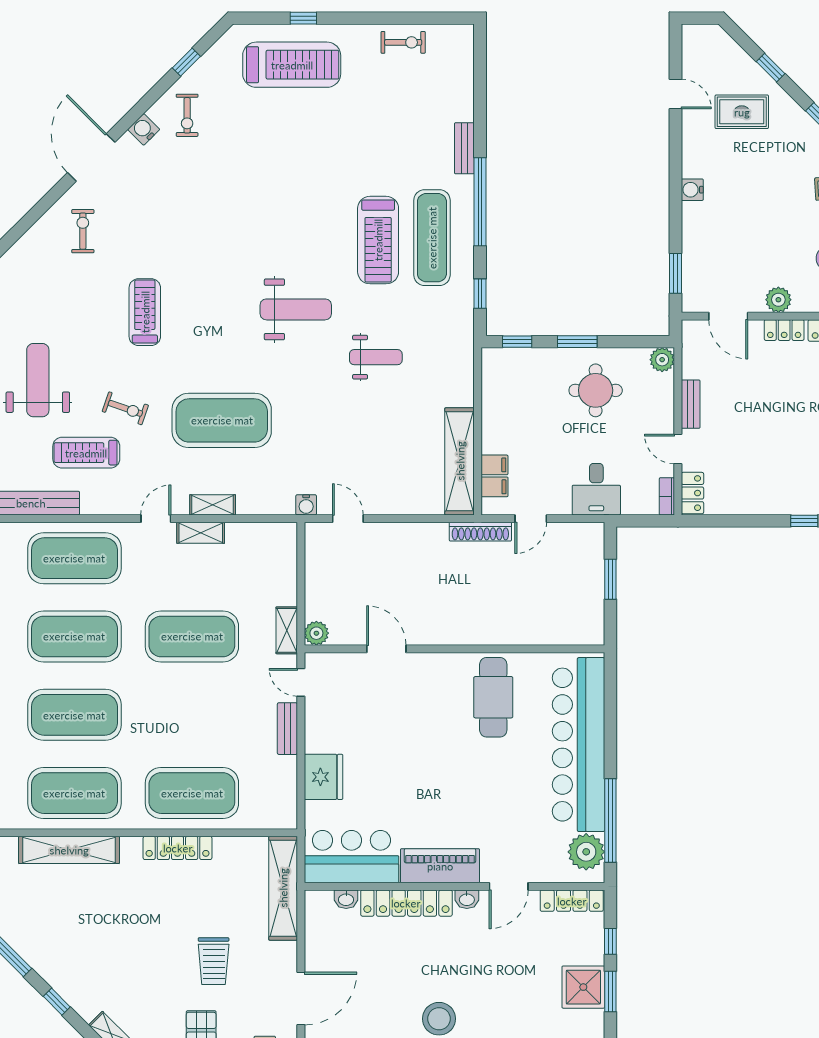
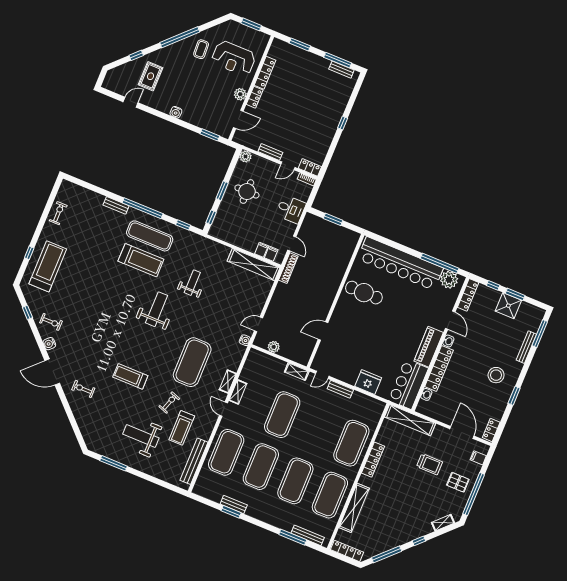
plant: (316, 633) -> (274, 347), moved

